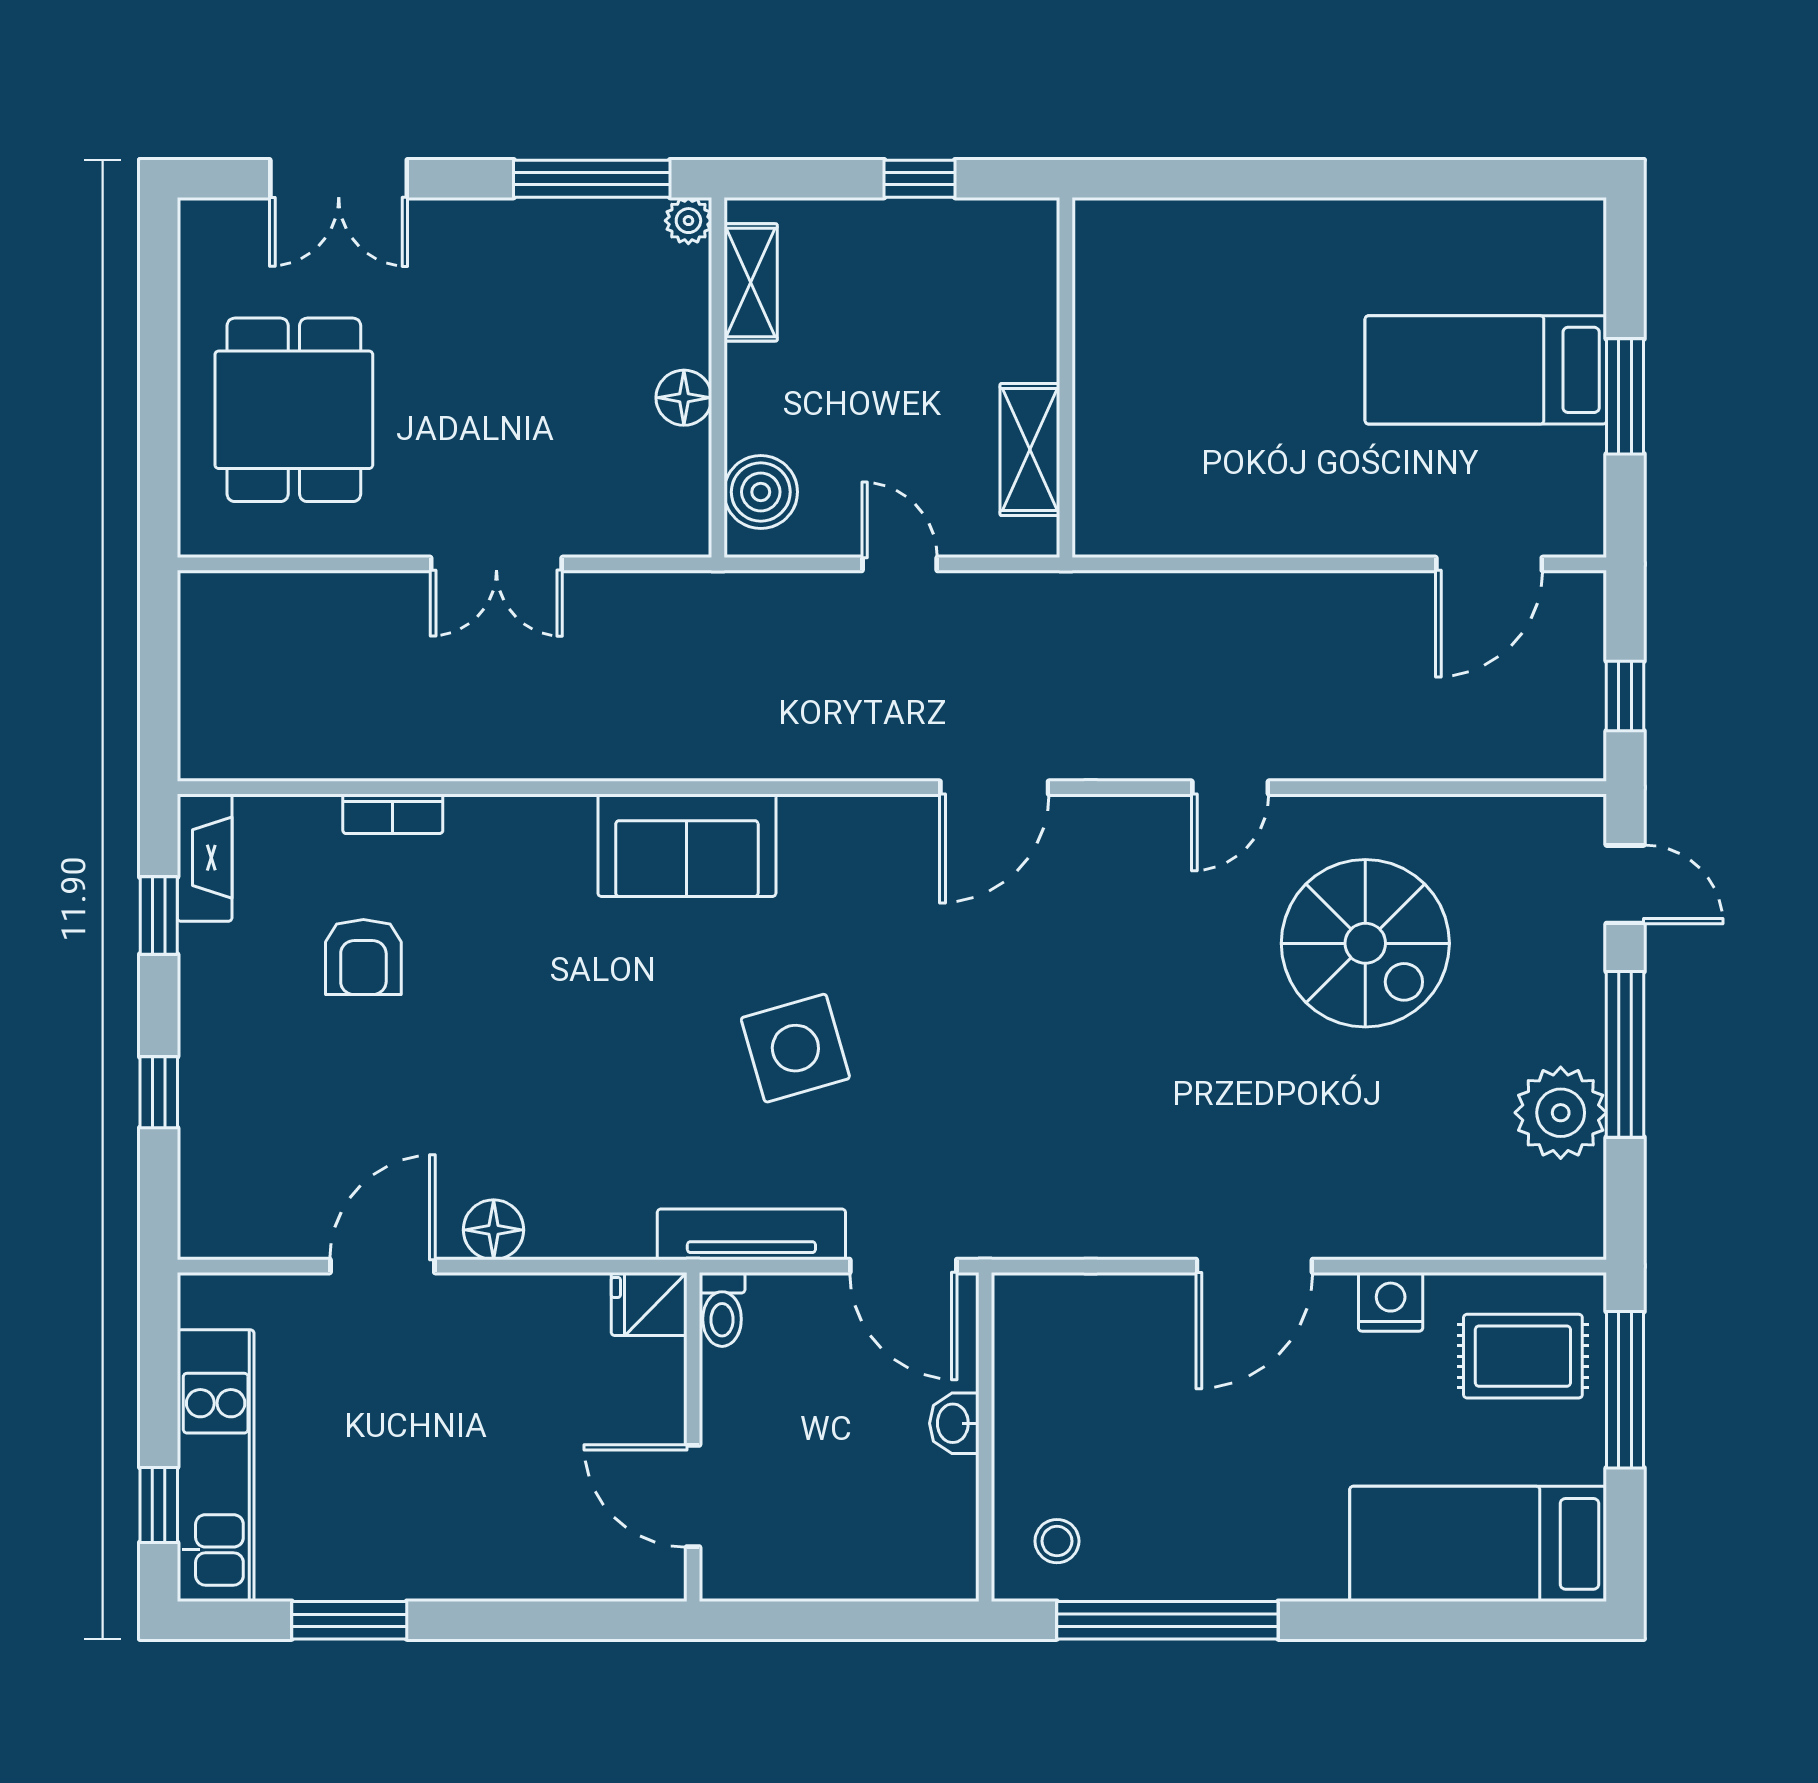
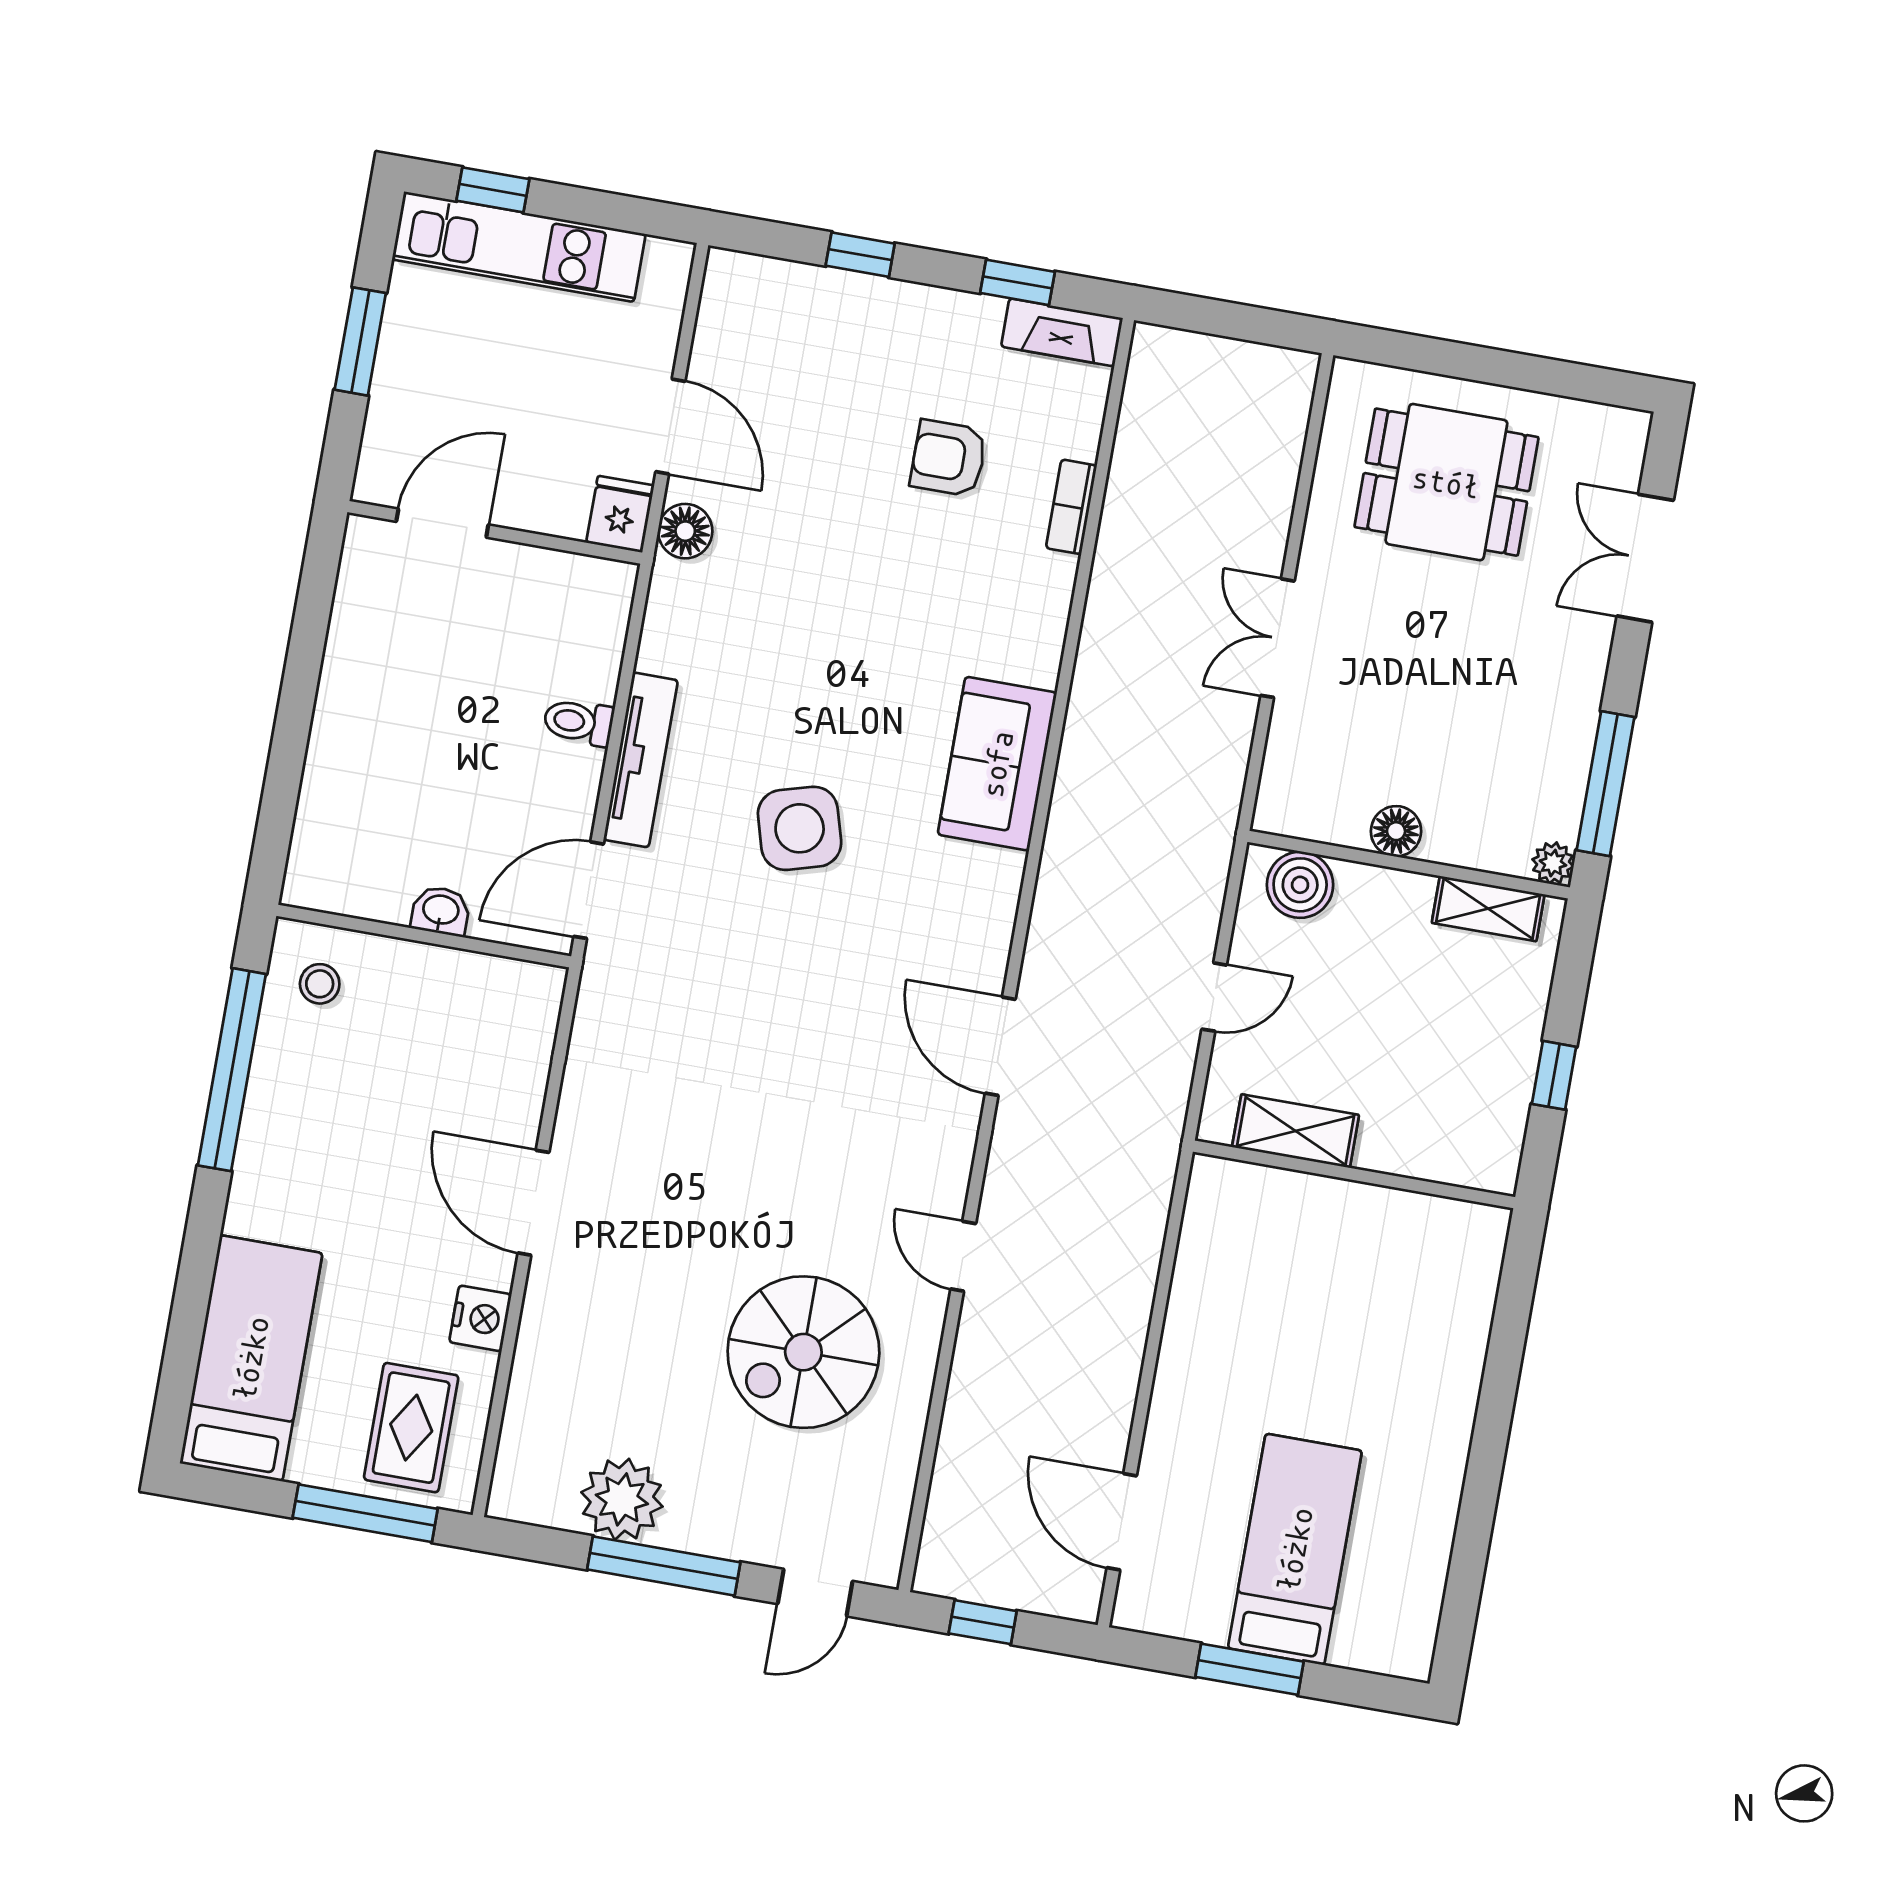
fridge: (649, 1304) -> (620, 514), moved
wall: (693, 1437) -> (495, 532), moved
door: (693, 1496) -> (442, 523), moved

